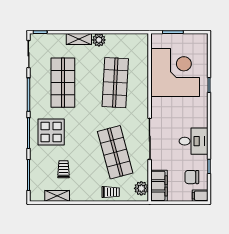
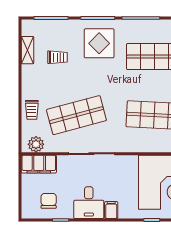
filing cabinet: (200, 196) -> (111, 210), moved

